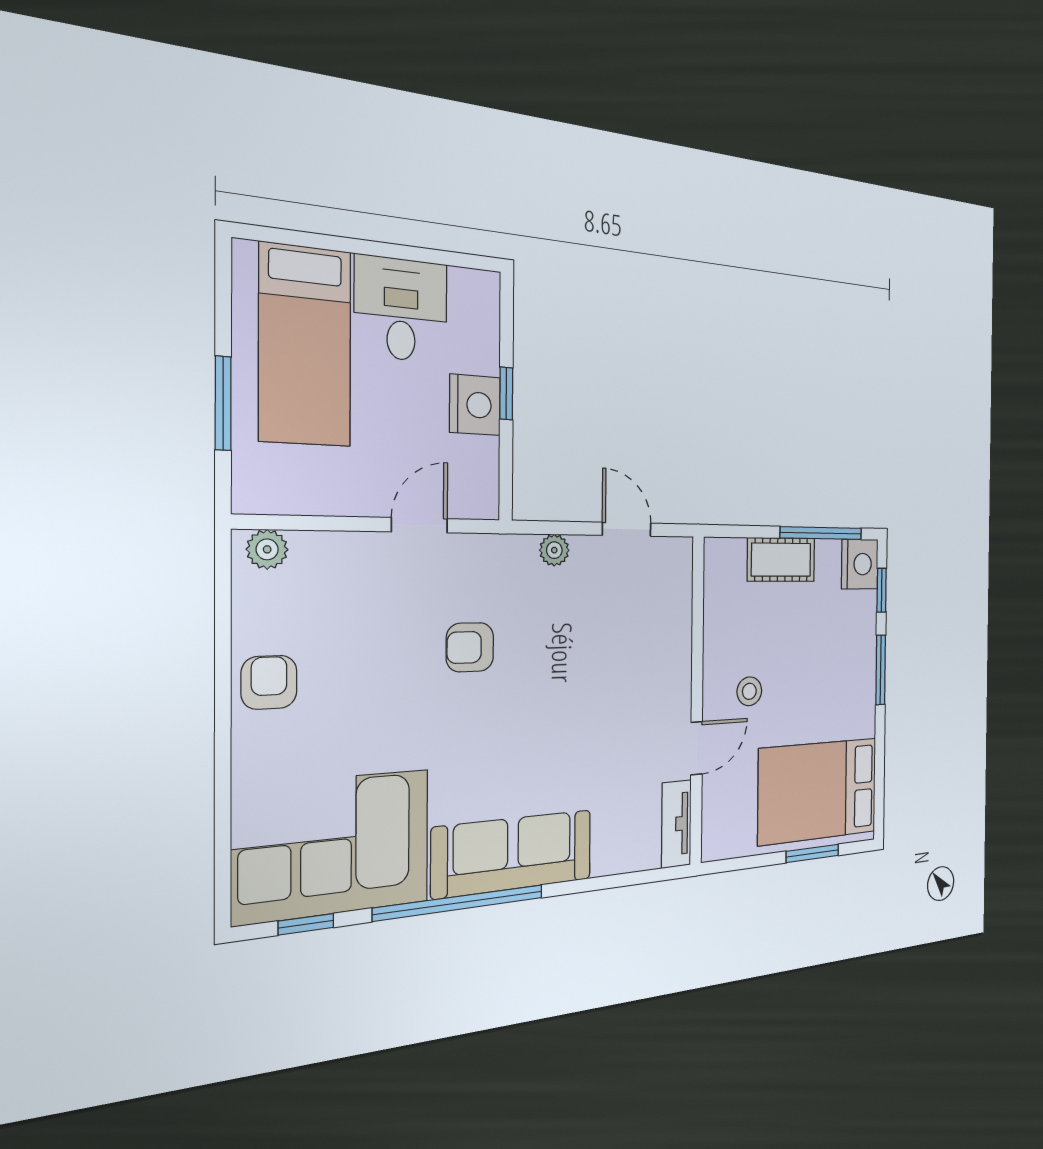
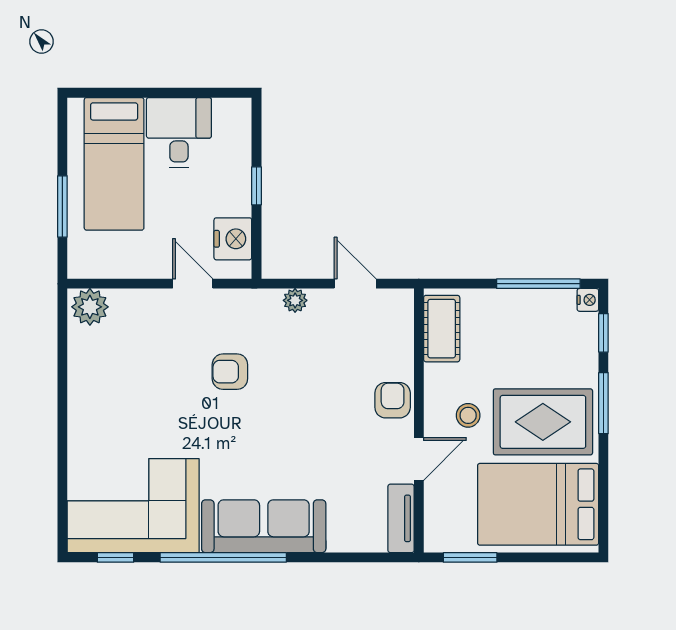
nightstand: (475, 405) -> (233, 239), moved
door: (420, 525) -> (193, 284), hinge flipped
plant: (267, 549) -> (90, 307), width x1.38, depth x1.38
cot: (781, 560) -> (442, 329), moved, turned 90
nightstand: (860, 564) -> (588, 300), width x0.53, depth x0.56
armchair: (269, 682) -> (393, 400), moved
rug: (824, 695) -> (543, 422), added
window: (812, 853) -> (470, 557), moved

